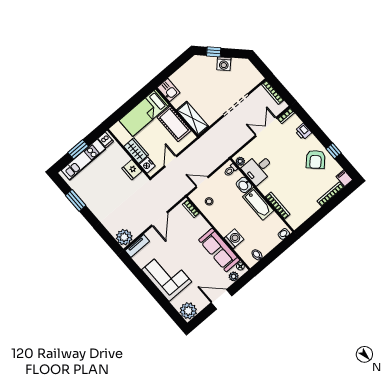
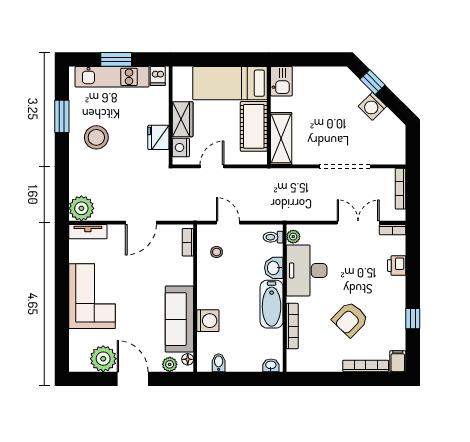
armchair: (316, 159) -> (350, 319), moved
desk: (258, 169) -> (307, 270), width x1.37
stool: (101, 196) -> (96, 137), added
plant: (188, 311) -> (103, 359), moved

